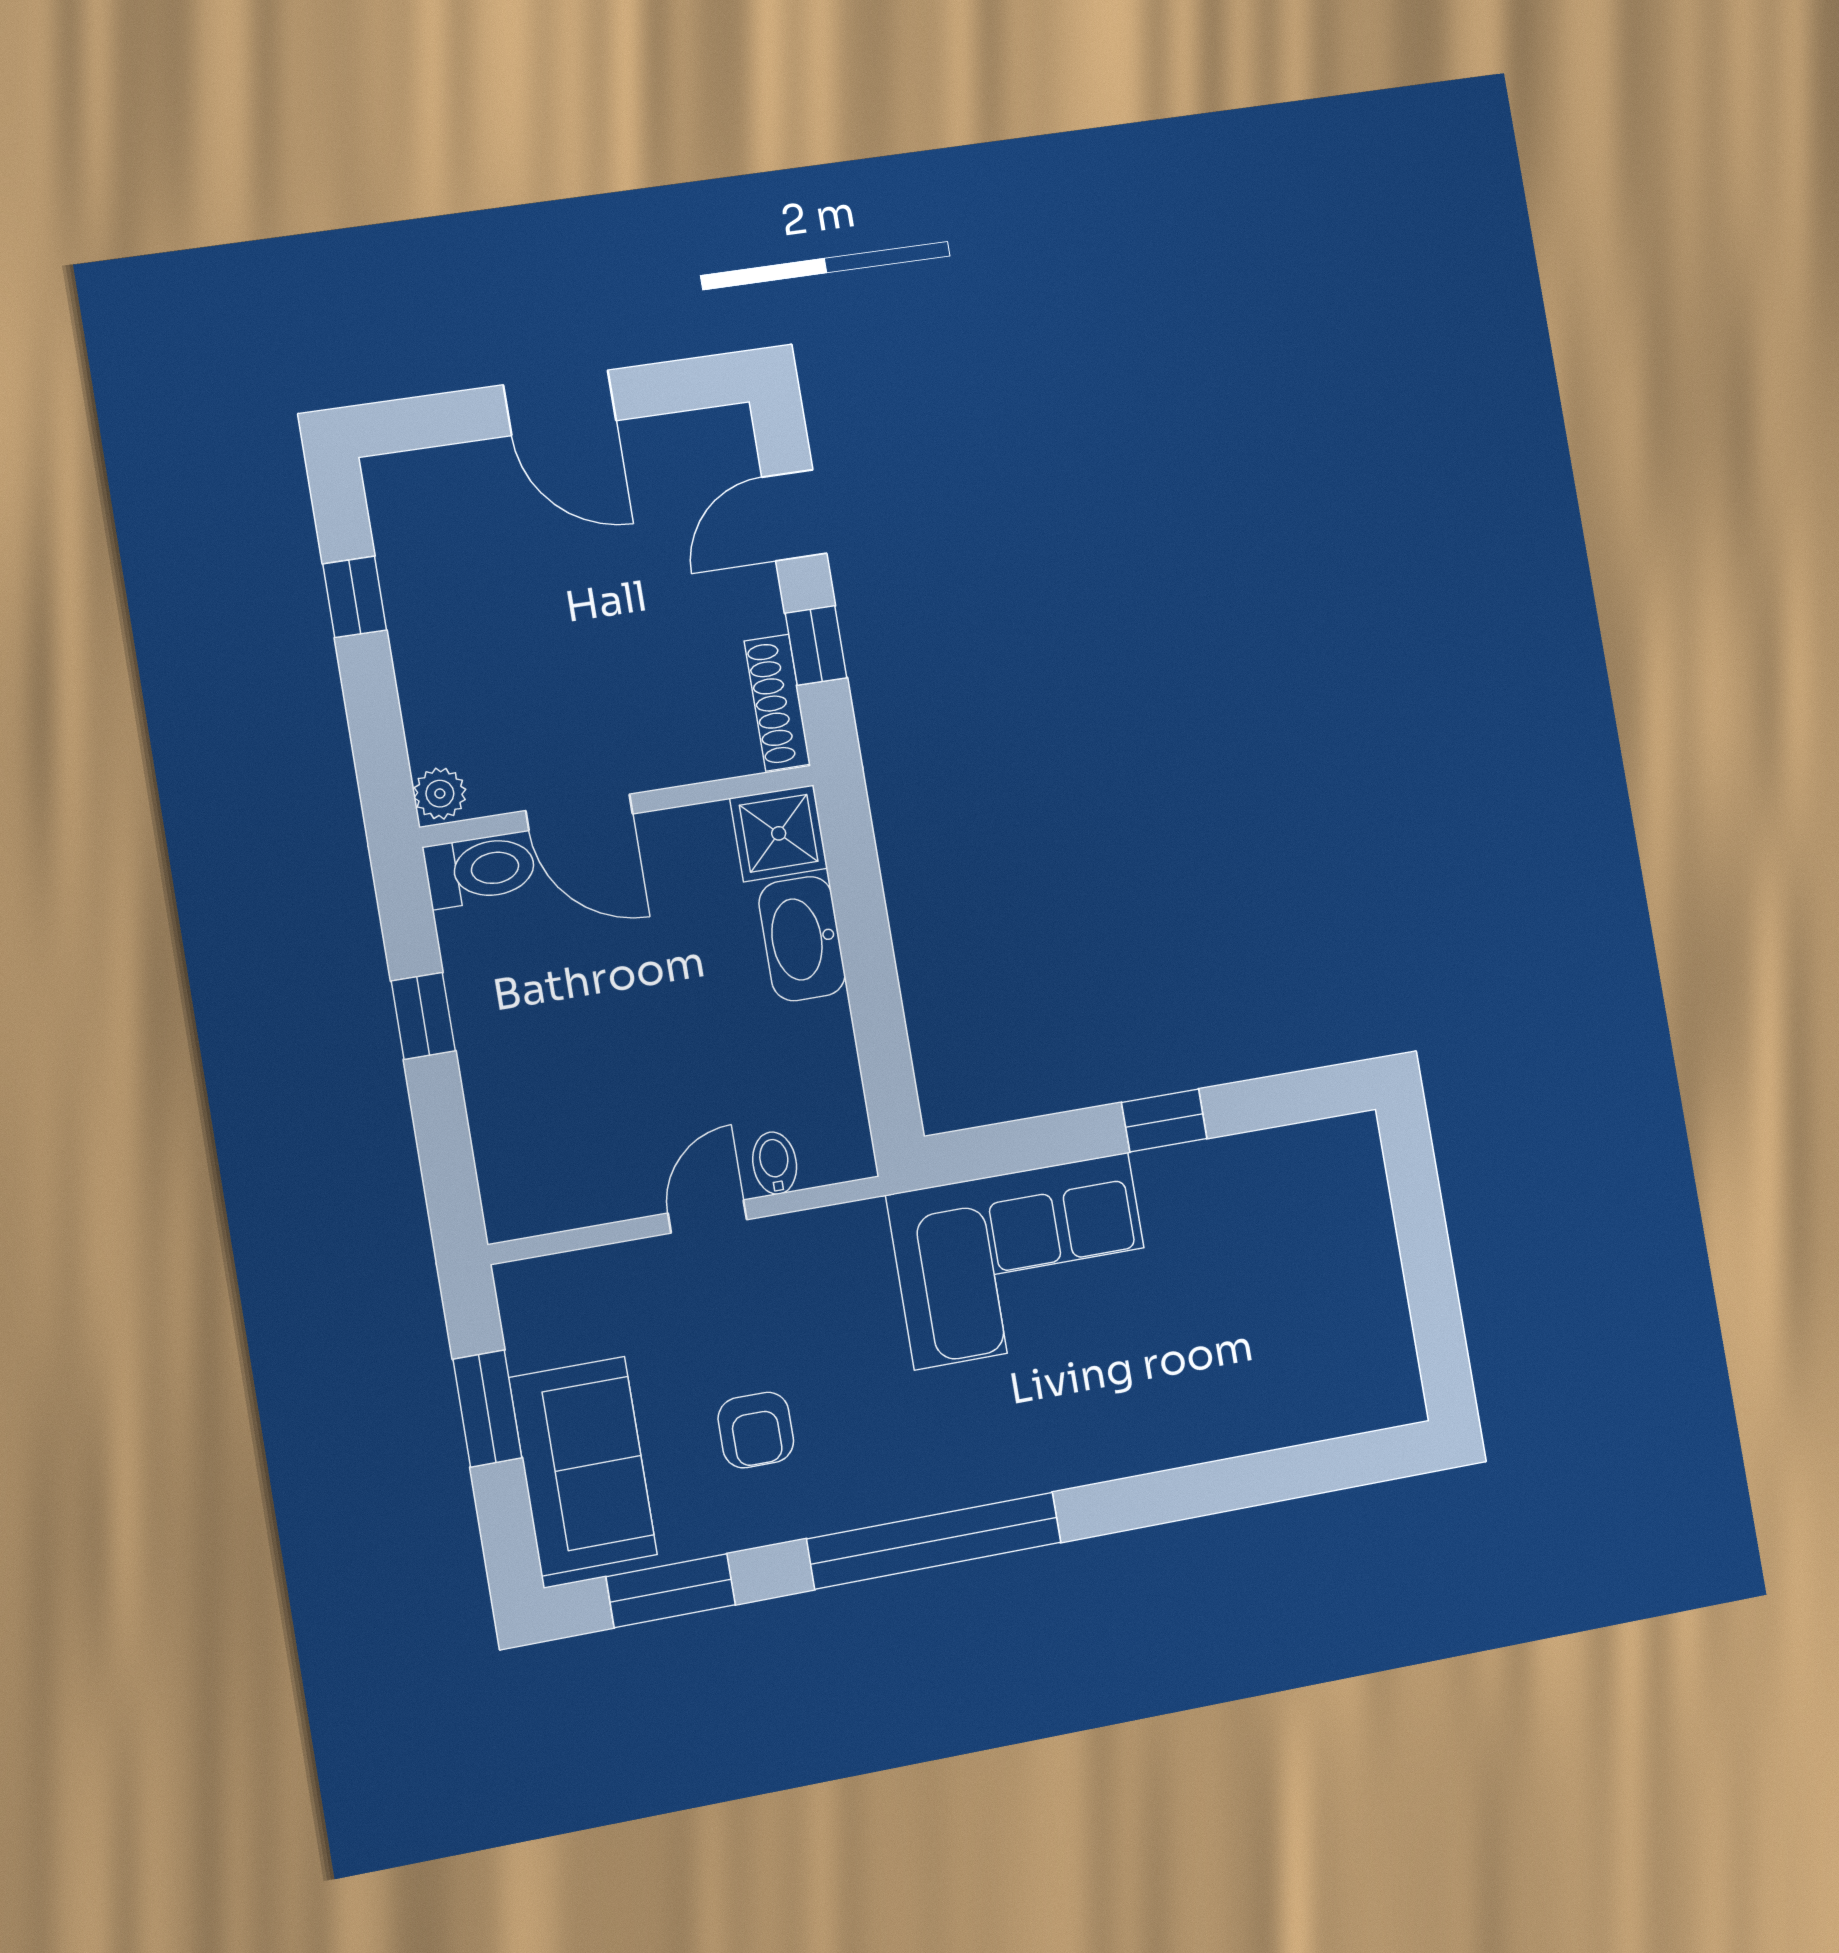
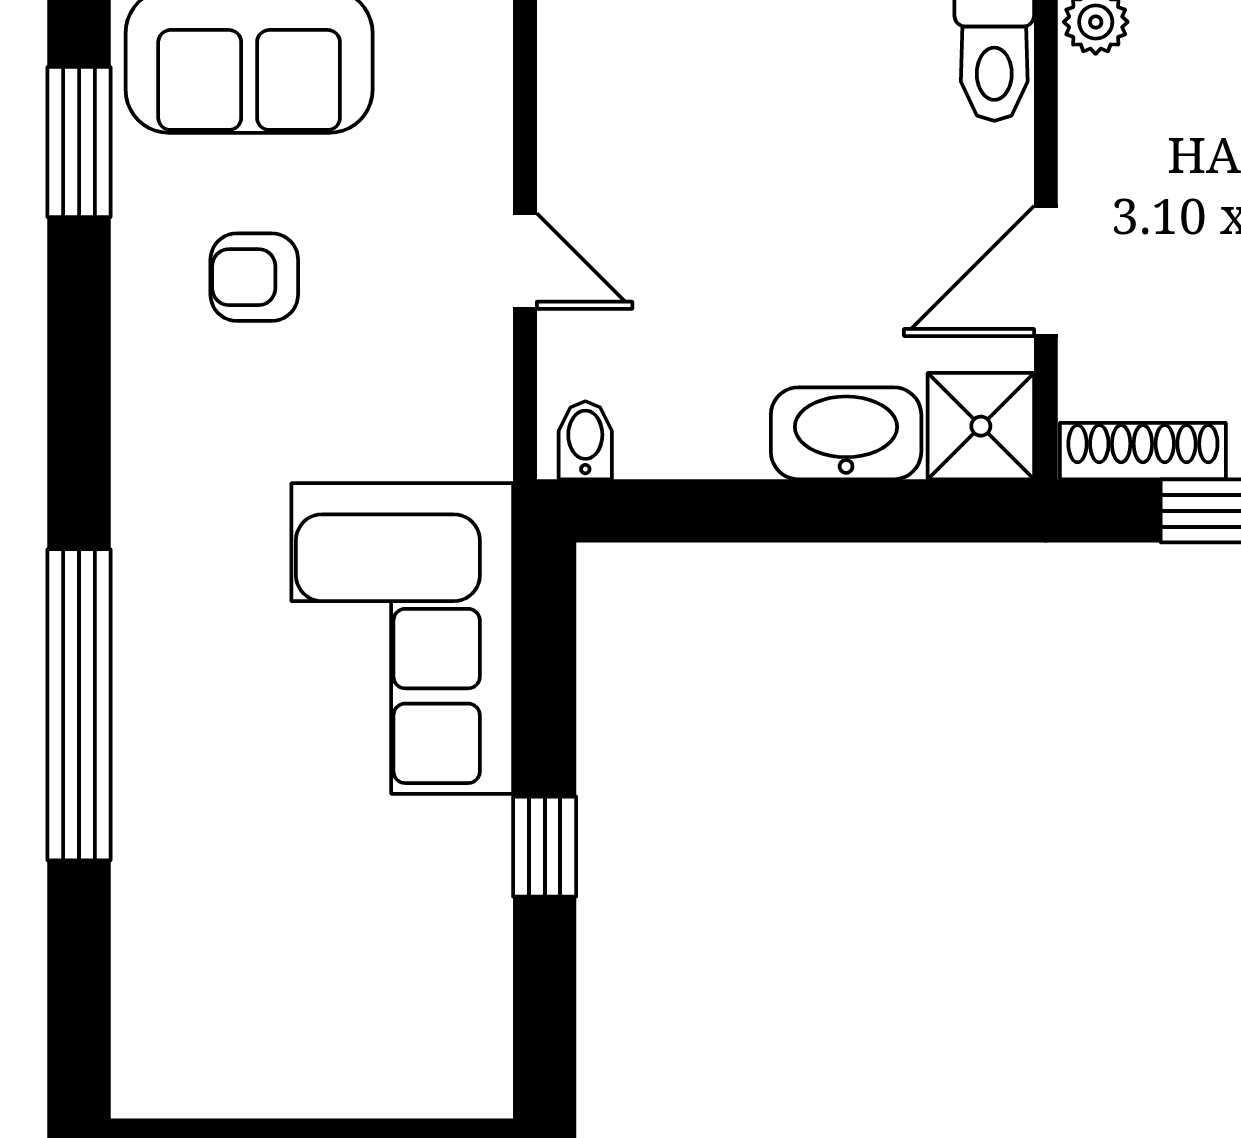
door: (579, 812) -> (1046, 271), moved
bidet: (775, 1163) -> (585, 440), moved, turned -90
window: (934, 1541) -> (79, 705), moved

